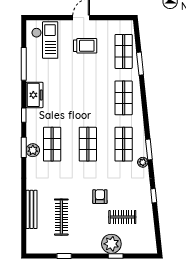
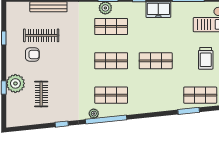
shop shelf: (124, 98) -> (156, 61), moved
window: (149, 150) -> (106, 119), width x2.11
armchair: (100, 197) -> (32, 54), moved

